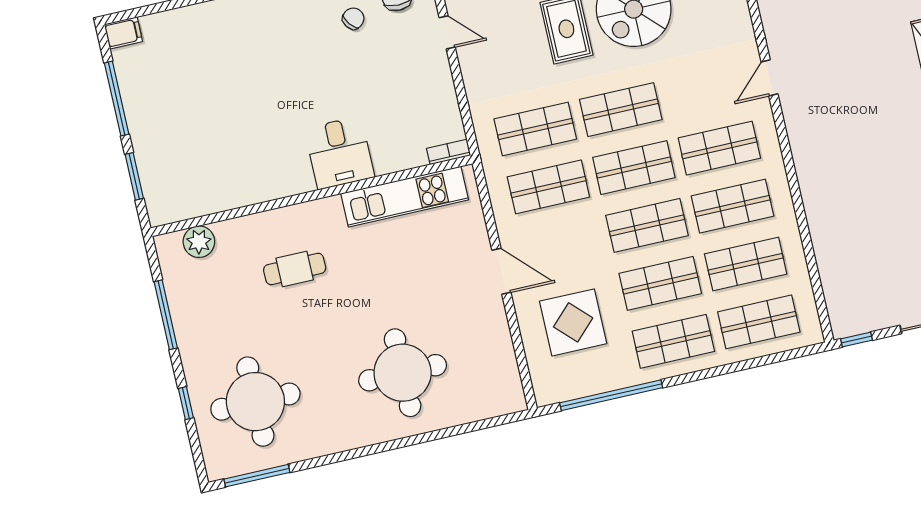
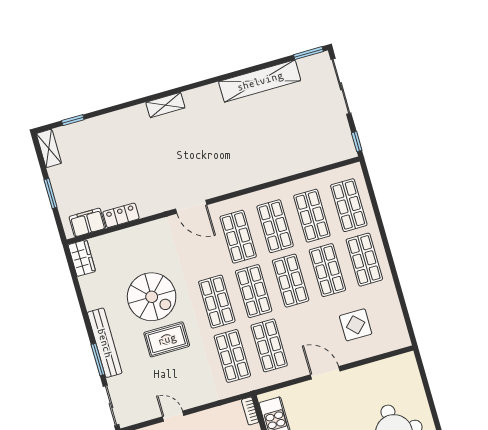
door: (447, 32) -> (173, 416), hinge flipped
door: (770, 78) -> (191, 207), width x1.37
door: (501, 271) -> (325, 373), hinge flipped
display table: (573, 322) -> (356, 325), width x0.73, depth x0.73
window: (611, 395) -> (401, 298), removed

